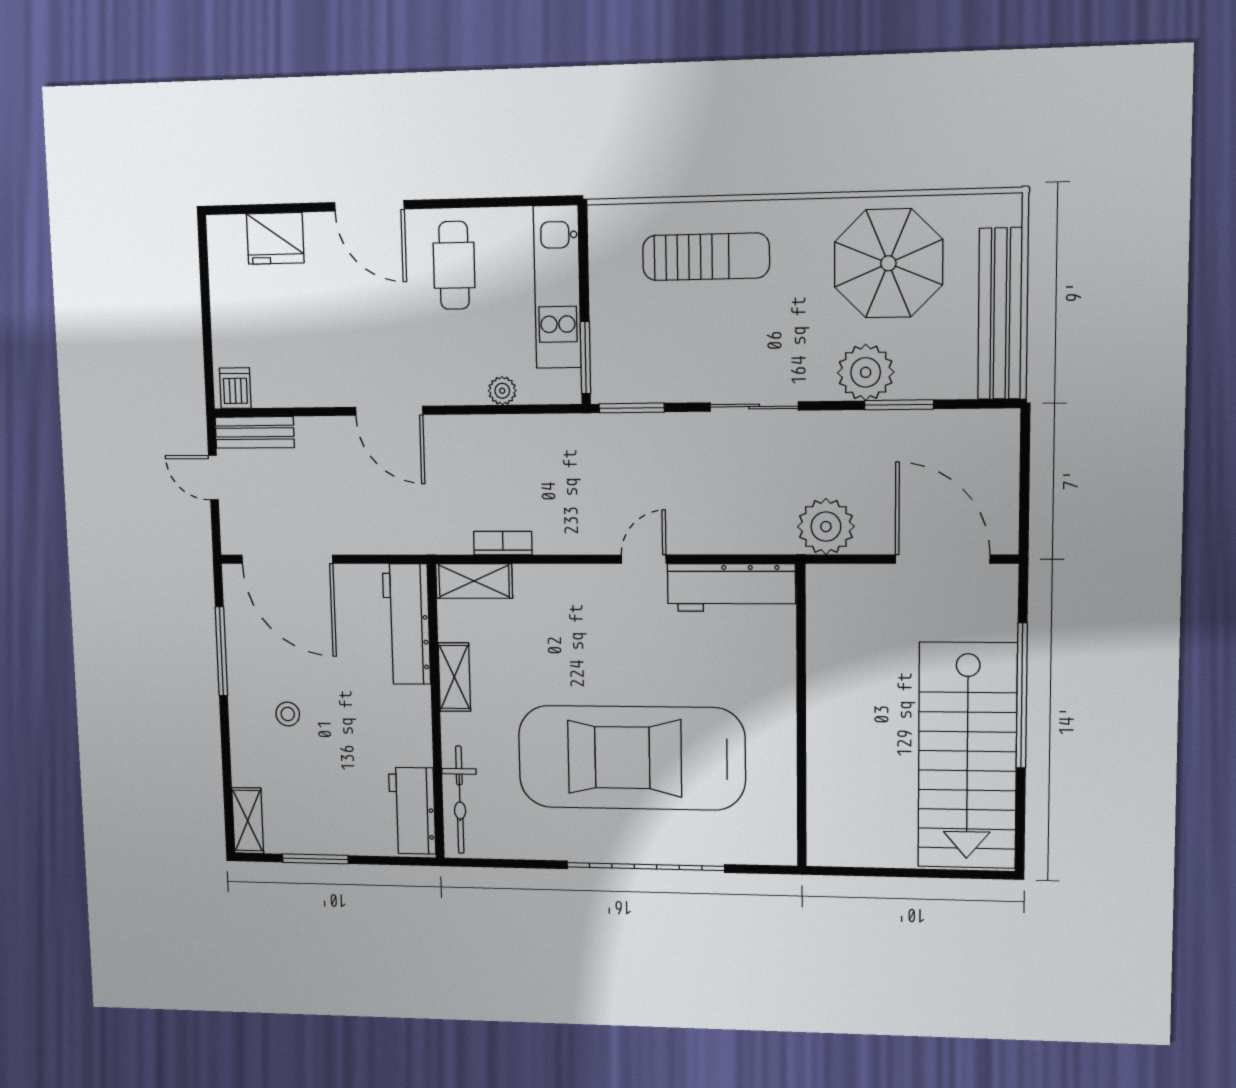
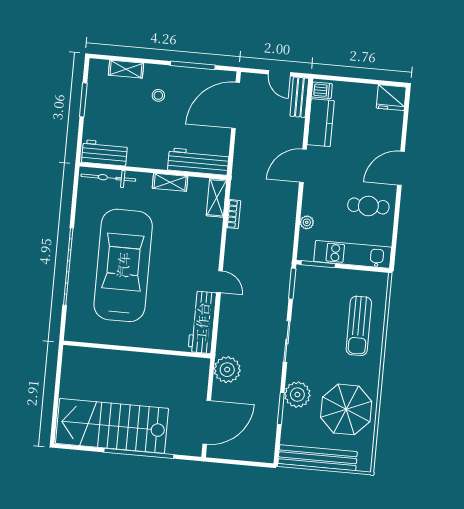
fridge: (275, 238) -> (391, 98), moved, turned -90
kitchen counter: (299, 384) -> (321, 123), added
door: (213, 478) -> (279, 73), swing flipped
shelving: (248, 821) -> (126, 69), moved

